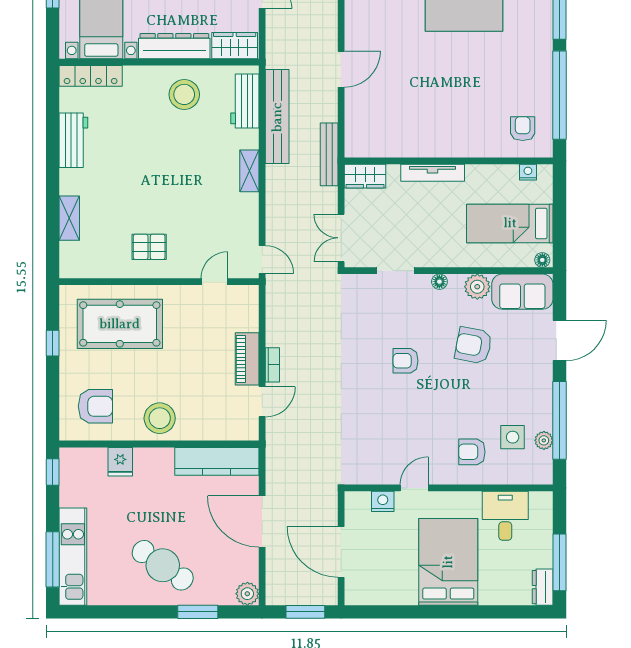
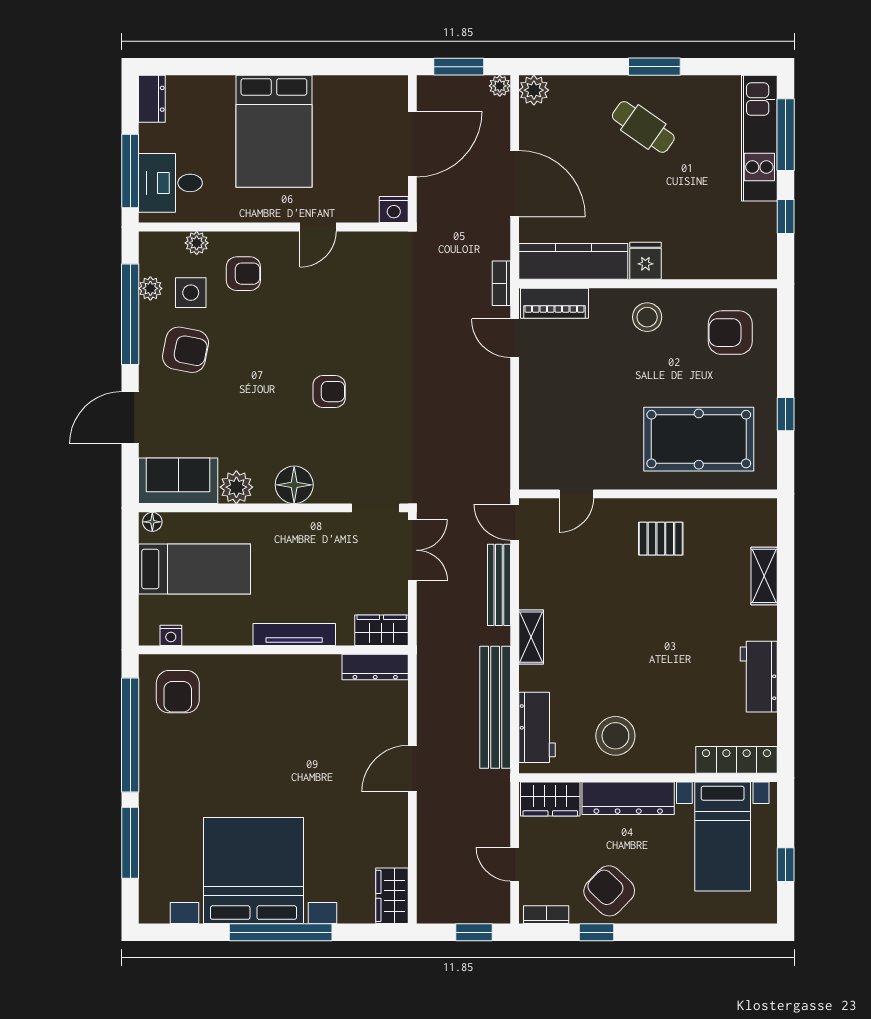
armchair: (523, 129) -> (178, 692), width x1.38, depth x1.38
dresser: (370, 148) -> (375, 667), added
bench: (329, 154) -> (499, 585), moved
doorway: (396, 271) -> (376, 508), moved
floor lamp: (439, 282) -> (294, 485), width x1.89, depth x1.89
armchair: (473, 345) -> (186, 350), moved
piano: (247, 359) -> (555, 303), moved, turned 90
bookcase: (272, 365) -> (501, 283), moved
door: (262, 402) -> (515, 338), hinge flipped
stool: (160, 418) -> (647, 317), width x0.73, depth x0.73
fridge: (120, 462) -> (645, 261), moved
window: (53, 472) -> (786, 216), moved
plant: (508, 476) -> (197, 243), added
nightstand: (383, 501) -> (394, 209), moved
desk: (505, 516) -> (170, 183), moved, turned 90
door: (341, 552) -> (412, 144), hinge flipped
window: (560, 562) -> (130, 171), moved
cafe table: (163, 565) -> (643, 127), width x0.73, depth x0.74
plant: (274, 597) -> (500, 86), added
window: (198, 612) -> (654, 67), moved

